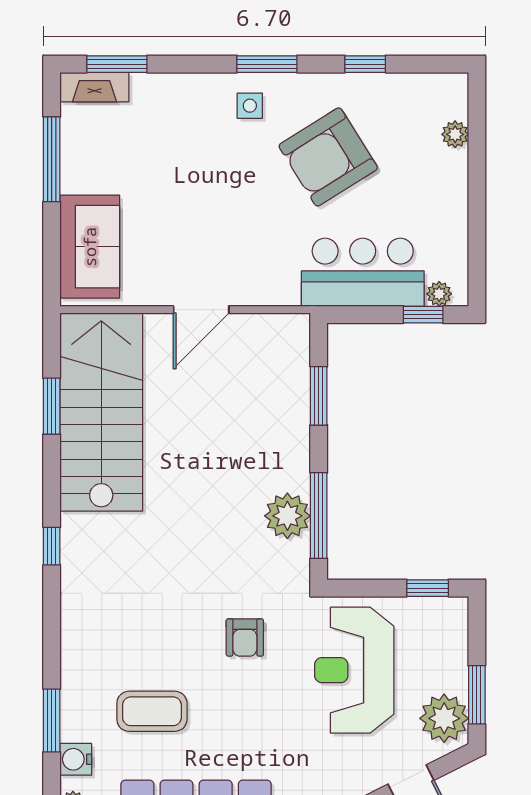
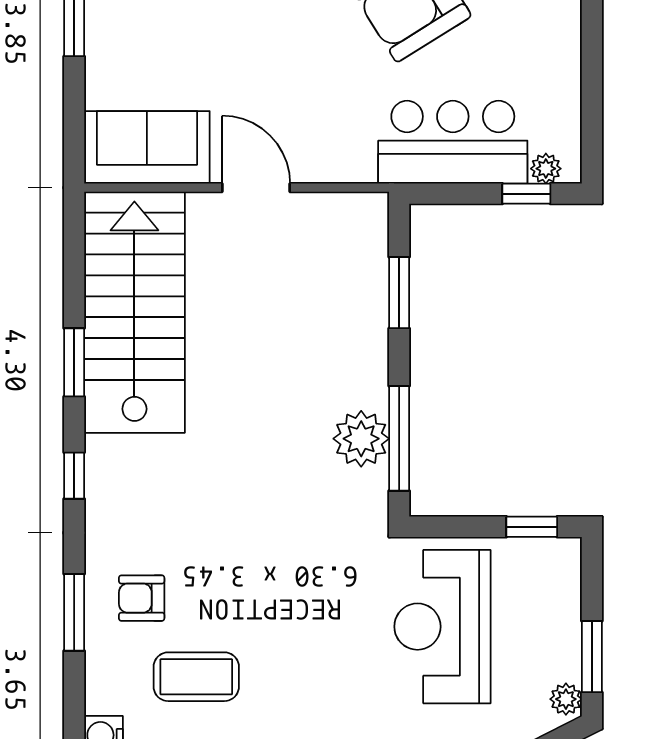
sofa: (90, 247) -> (147, 147), moved, turned -90
door: (201, 310) -> (256, 188), swing flipped
window: (52, 406) -> (74, 362), moved
armchair: (245, 637) -> (142, 598), moved, turned 90
plant: (444, 718) -> (566, 699), width x0.53, depth x0.53
window: (52, 721) -> (74, 612), moved

